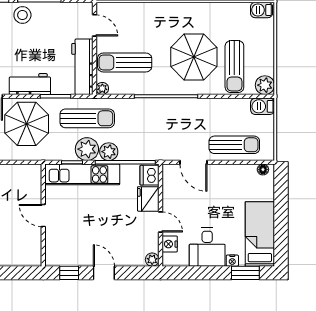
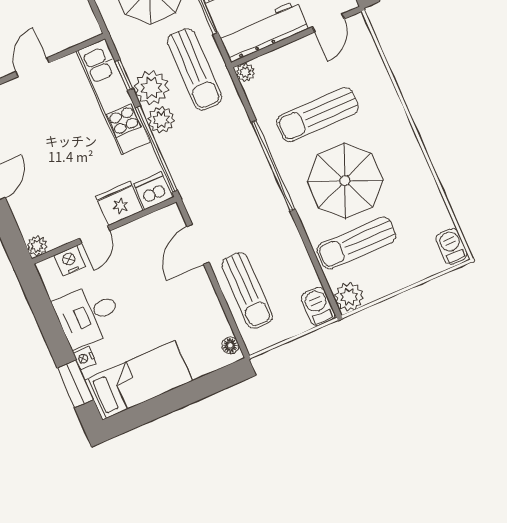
sun lounger: (125, 62) -> (318, 115), moved, turned -90

